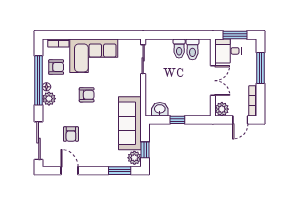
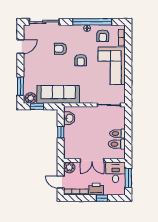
window: (260, 68) -> (102, 198), width x0.46
printer: (249, 75) -> (96, 189), added
plant: (49, 99) -> (78, 30), removed
armchair: (71, 134) -> (60, 49), moved

